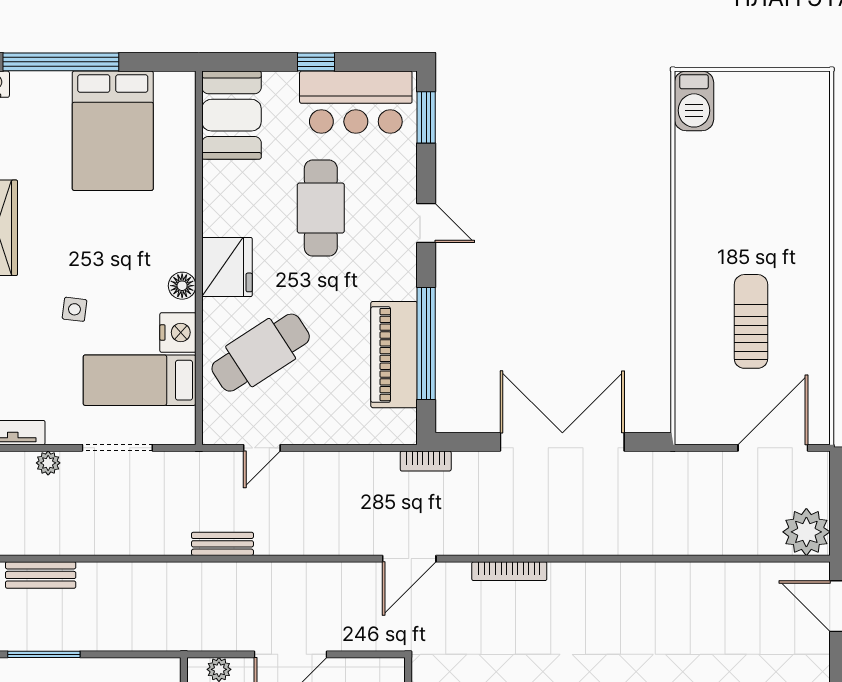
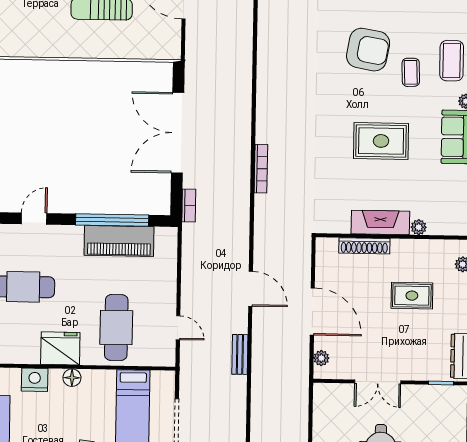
nightstand: (178, 332) -> (35, 380), moved
cafe table: (261, 353) -> (116, 327), turned 33
bookcase: (426, 461) -> (189, 206), moved
door: (409, 559) -> (251, 289), moved

